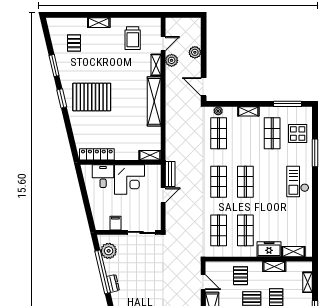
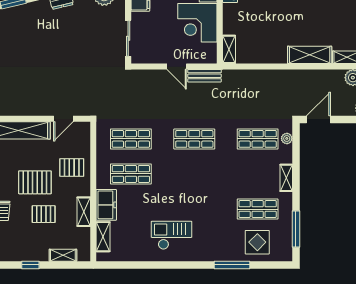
shelving: (154, 101) -> (310, 55), width x0.68
checkout: (298, 181) -> (171, 235), moved
shop shelf: (245, 182) -> (194, 174), removed

